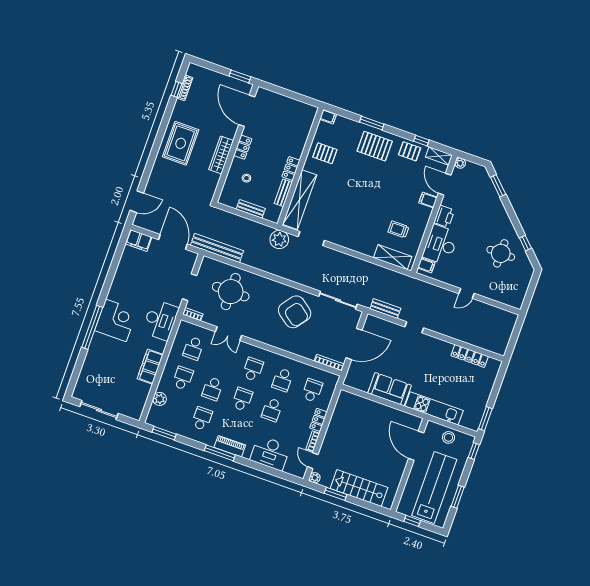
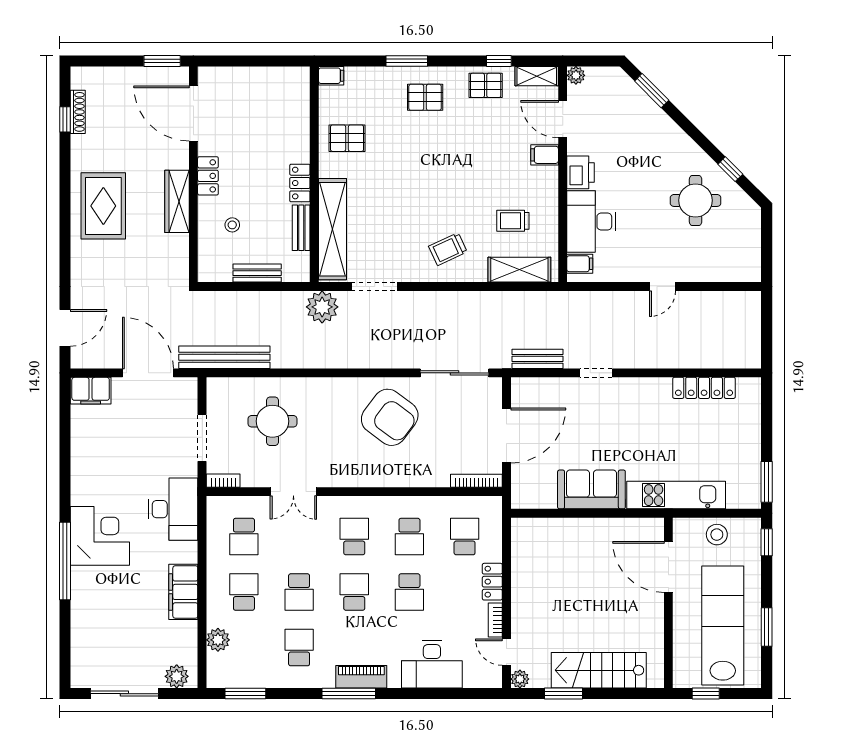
pallet: (375, 146) -> (425, 97), width x0.67, depth x0.71
trolley: (358, 232) -> (448, 249), added
round table: (231, 292) -> (272, 421), width x0.73, depth x0.73
plant: (130, 411) -> (177, 676), added

